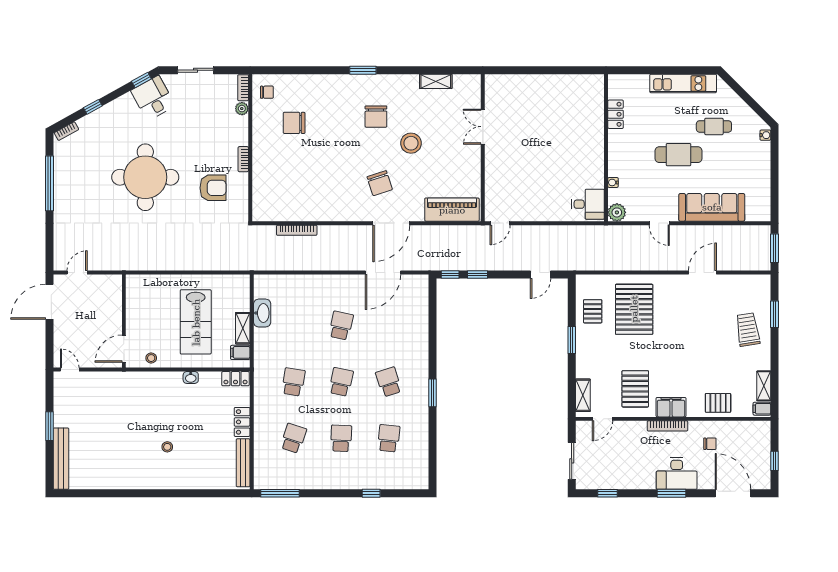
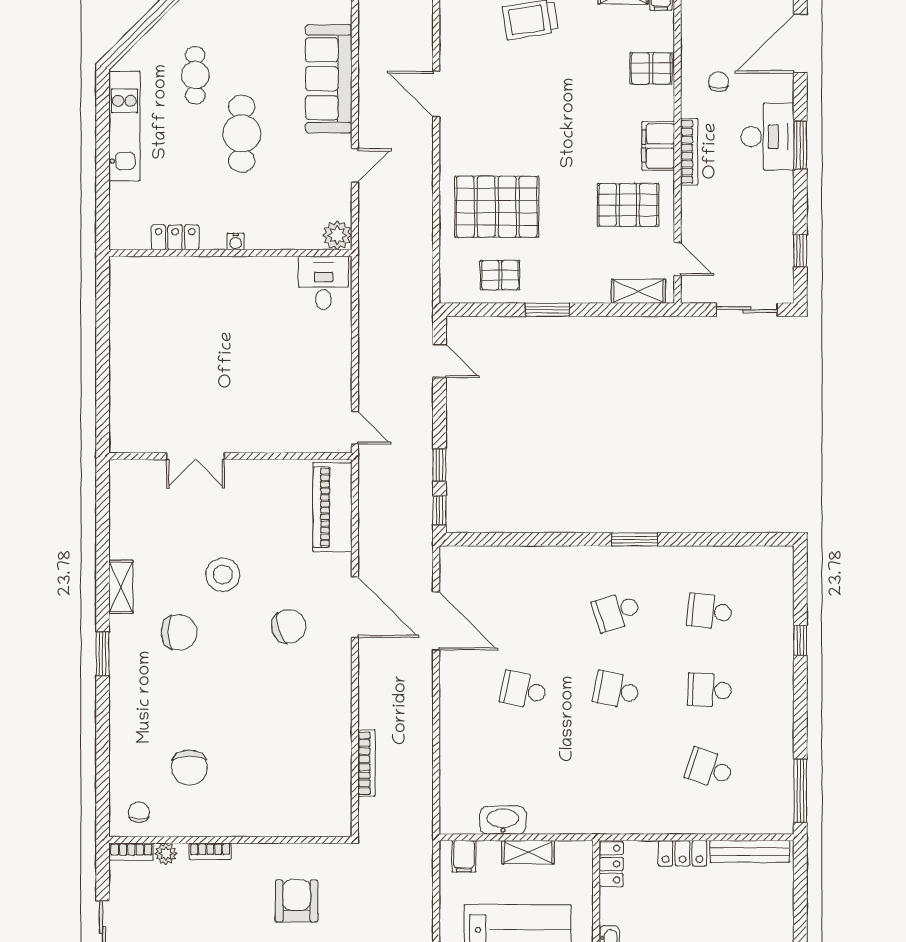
shelving: (436, 81) -> (121, 587), moved
bookcase: (243, 159) -> (210, 851), moved
water cooler: (613, 182) -> (236, 242), moved
filing cabinet: (240, 352) -> (464, 856), moved
school desk: (293, 382) -> (617, 769), removed
pallet: (718, 403) -> (651, 68), turned 90

